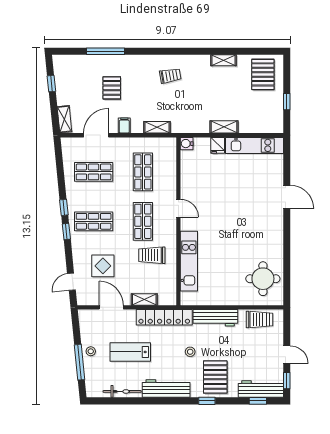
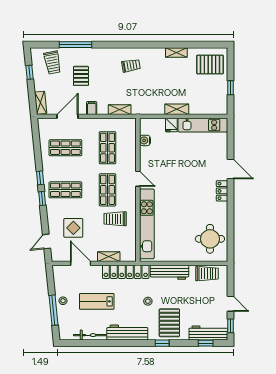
trolley: (78, 72) -> (52, 63), added
pallet: (263, 74) -> (210, 64), turned 90
water cooler: (187, 144) -> (145, 140), moved
locker: (277, 223) -> (222, 191), added
kitchen unit: (189, 261) -> (147, 224), width x1.36

